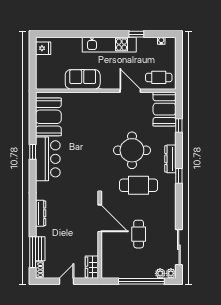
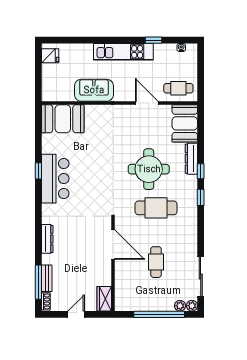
booth: (48, 117) -> (63, 119), moved, turned 90
window: (179, 125) -> (201, 171), moved
dresser: (170, 159) -> (191, 159), moved

